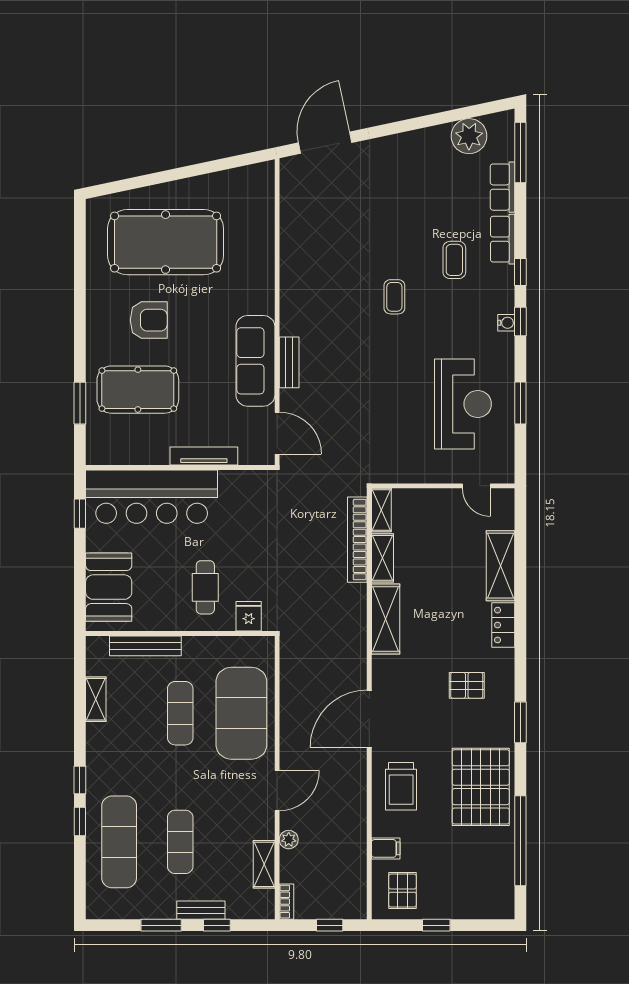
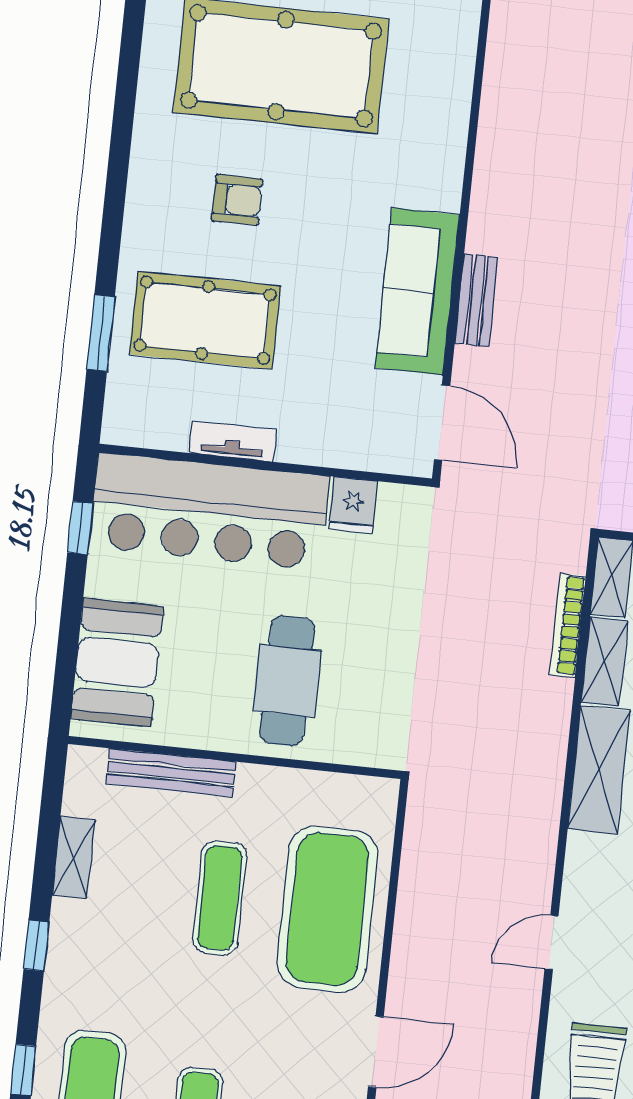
armchair: (149, 320) -> (237, 200), width x0.72, depth x0.72
tv unit: (204, 456) -> (233, 441), moved, width x0.71
bookcase: (357, 540) -> (568, 625), width x0.68, depth x0.76
cafe table: (205, 587) -> (287, 681), width x1.37, depth x1.35
fridge: (249, 616) -> (353, 505), moved, turned 180
door: (369, 719) -> (552, 942), width x0.53
window: (80, 780) -> (36, 946), moved

